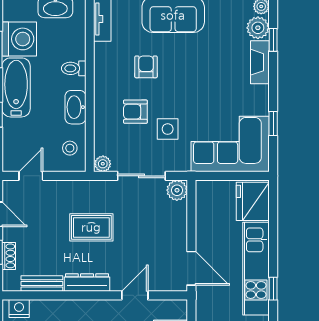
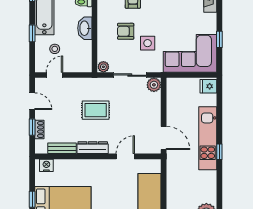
stool: (70, 148) -> (55, 49), moved
fridge: (253, 201) -> (208, 86), width x0.53, depth x0.75

